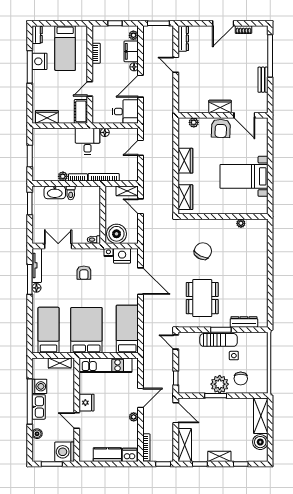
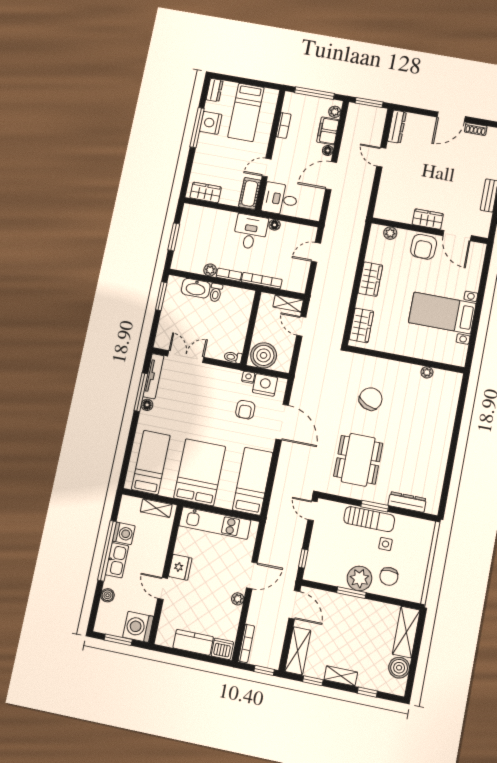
window: (115, 23) -> (314, 93), width x2.17
desk: (125, 112) -> (280, 199), moved, turned 180
armchair: (84, 273) -> (245, 410), moved

